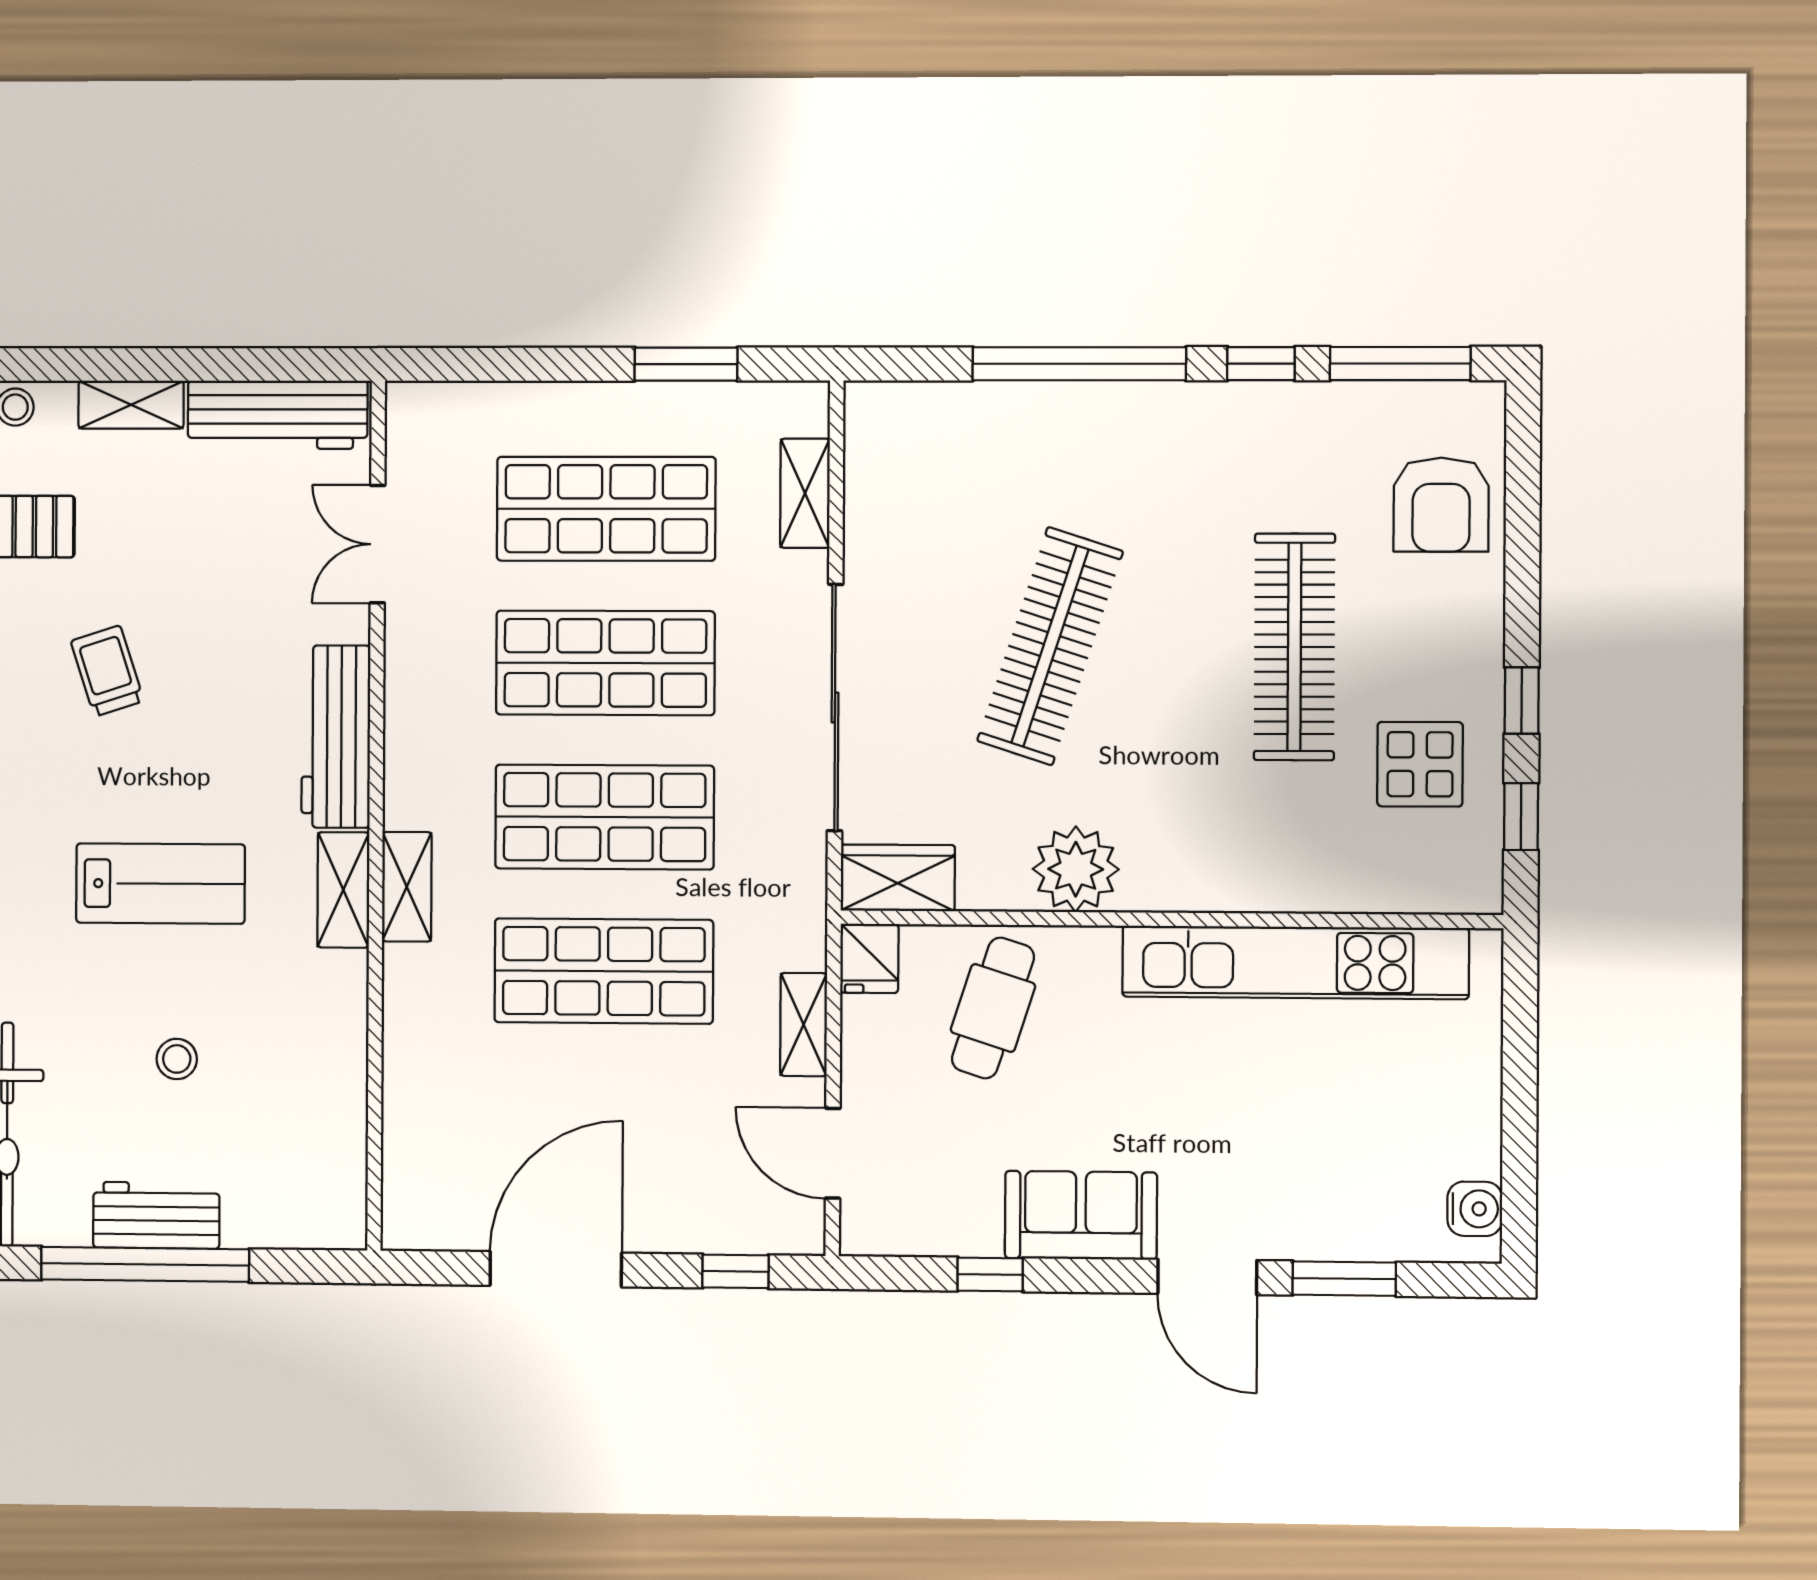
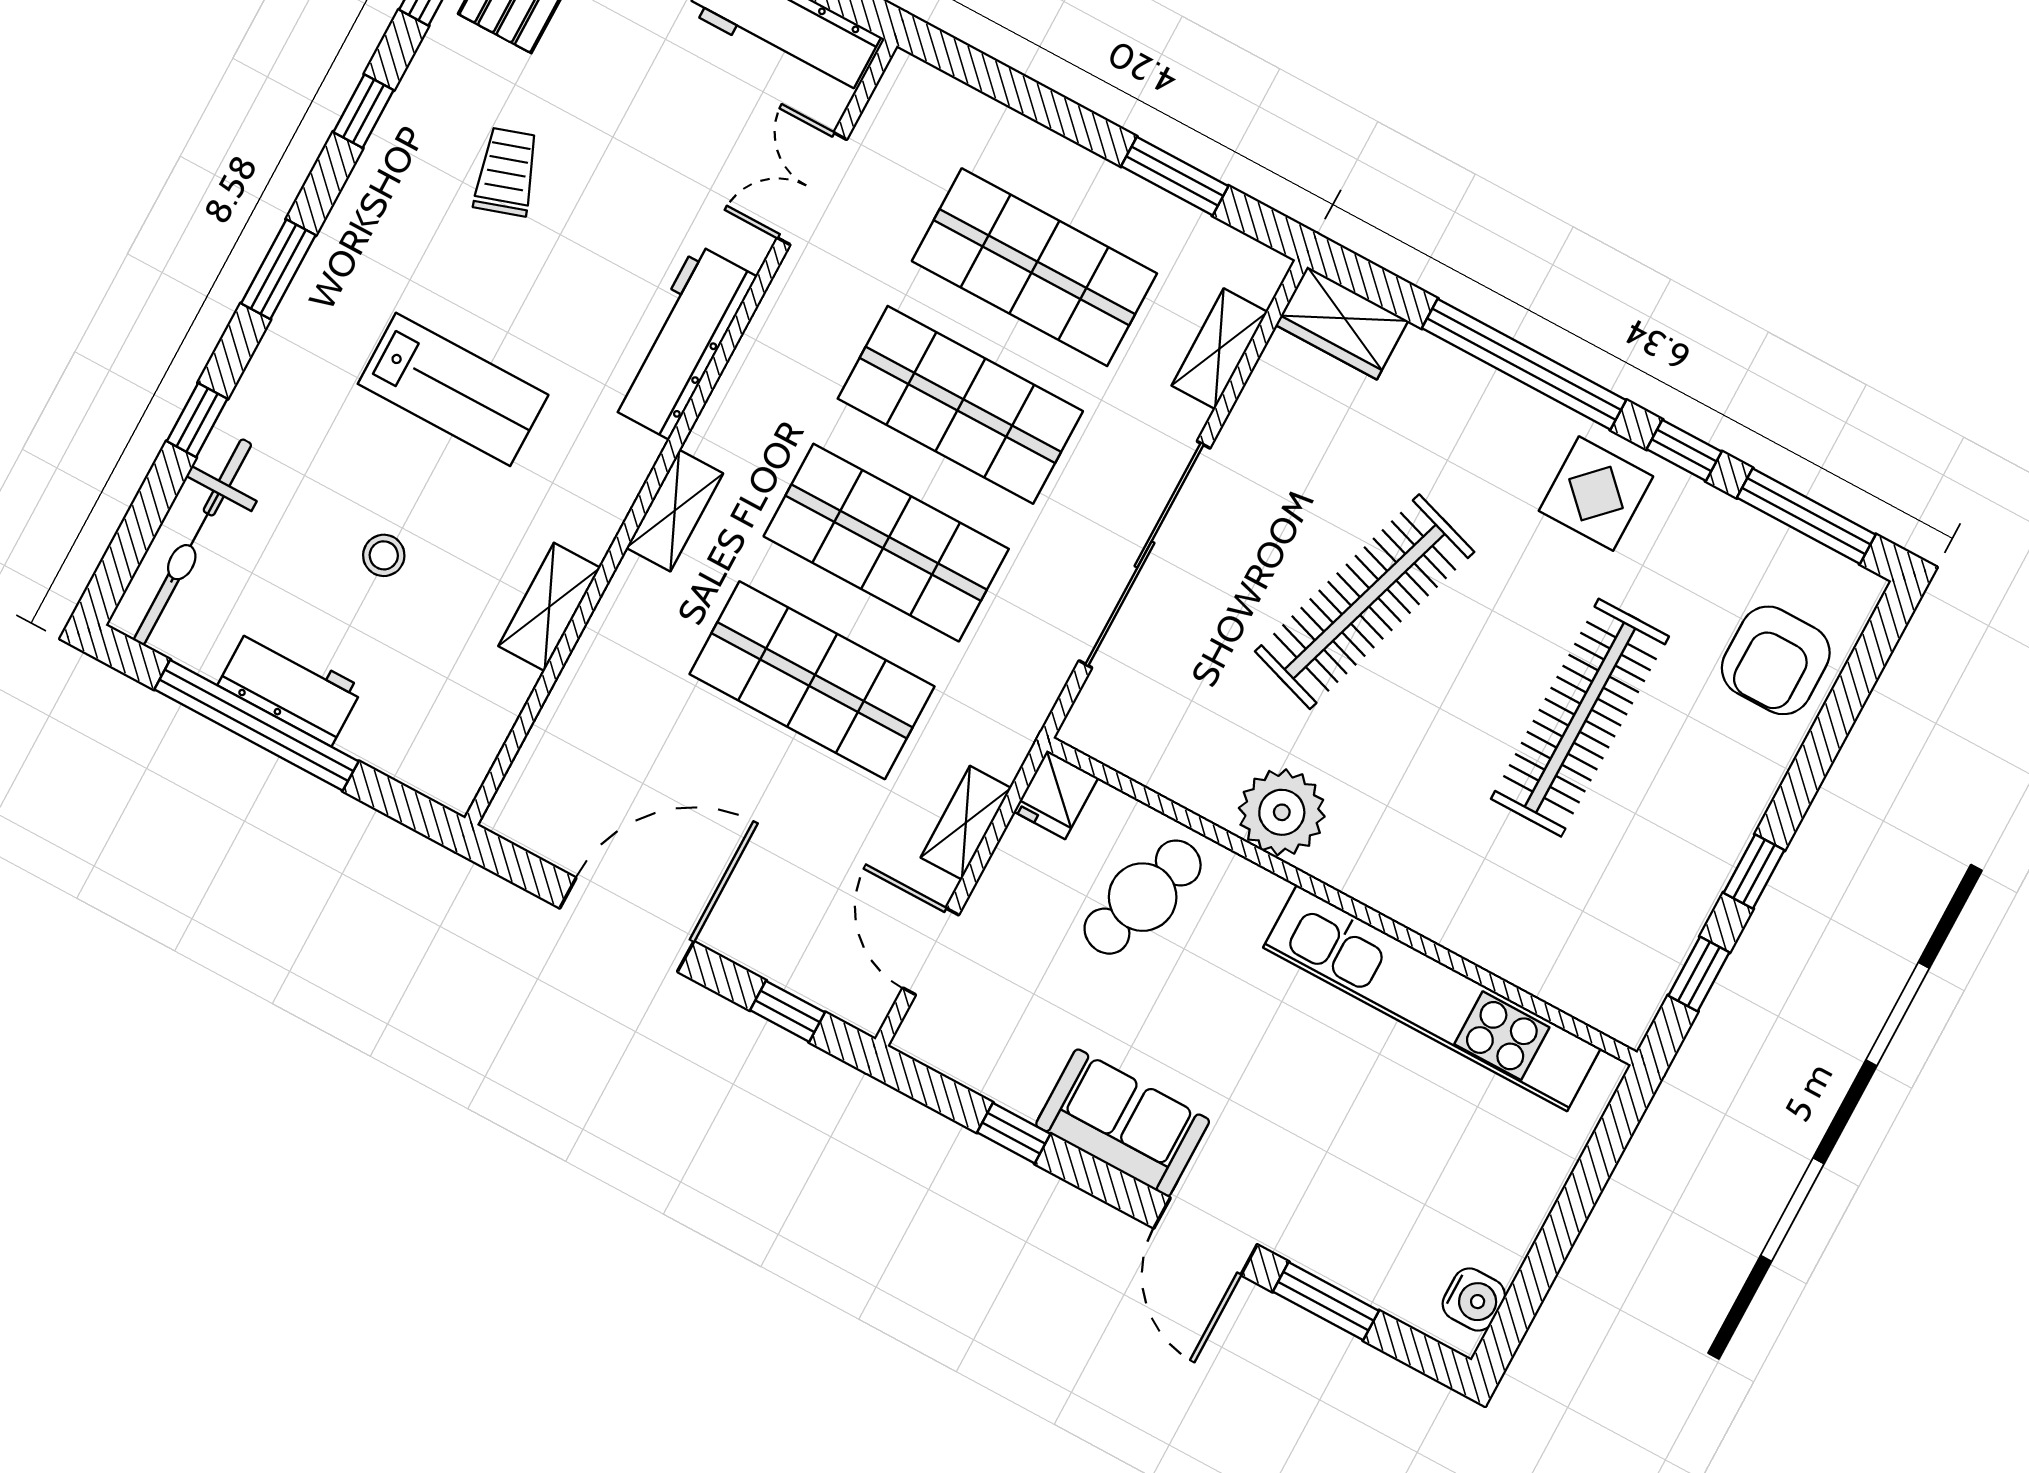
display table: (1420, 764) -> (1596, 494), moved
wardrobe: (898, 878) -> (1342, 323), moved, turned 180
shelving: (343, 890) -> (549, 607), moved

